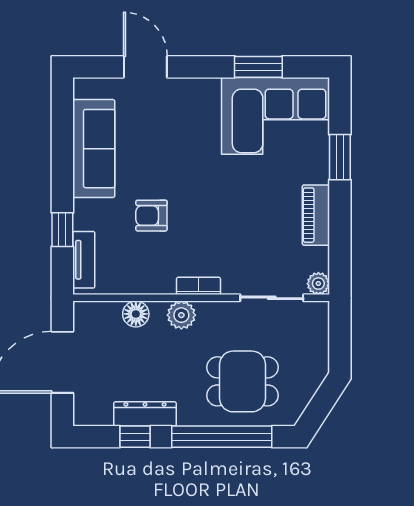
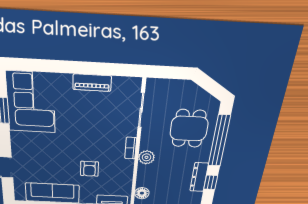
window: (340, 157) -> (56, 66), removed
plant: (318, 284) -> (135, 84), removed
floor lamp: (136, 314) -> (142, 193), moved

